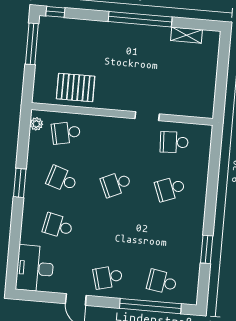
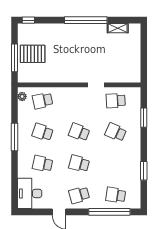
window: (32, 44) -> (14, 58), moved
pallet: (76, 87) -> (33, 54), moved
window: (214, 171) -> (144, 118), added
window: (20, 183) -> (14, 137), width x1.44
school desk: (116, 184) -> (79, 132), turned 45
school desk: (170, 189) -> (116, 132), turned 45
school desk: (112, 231) -> (79, 164), added

